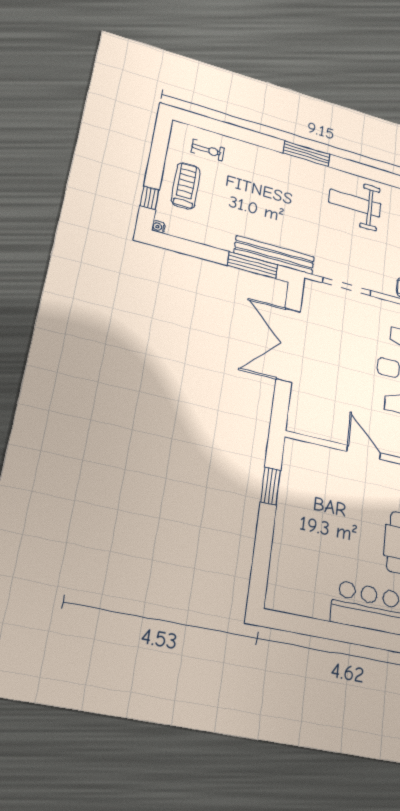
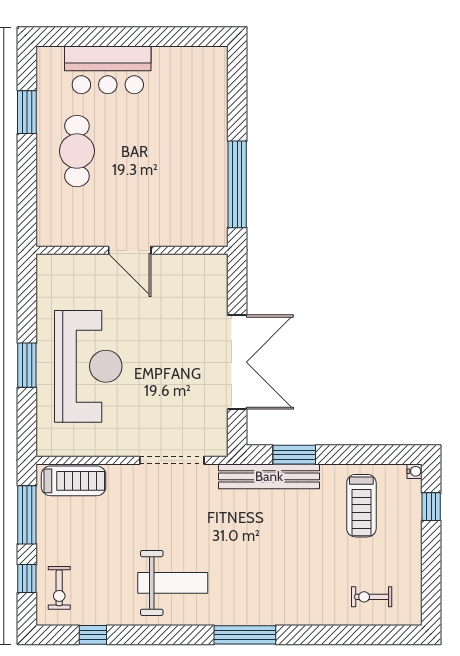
treadmill: (186, 186) -> (361, 506), moved
window: (253, 265) -> (294, 455), width x0.69
window: (271, 486) -> (237, 184), width x2.11

